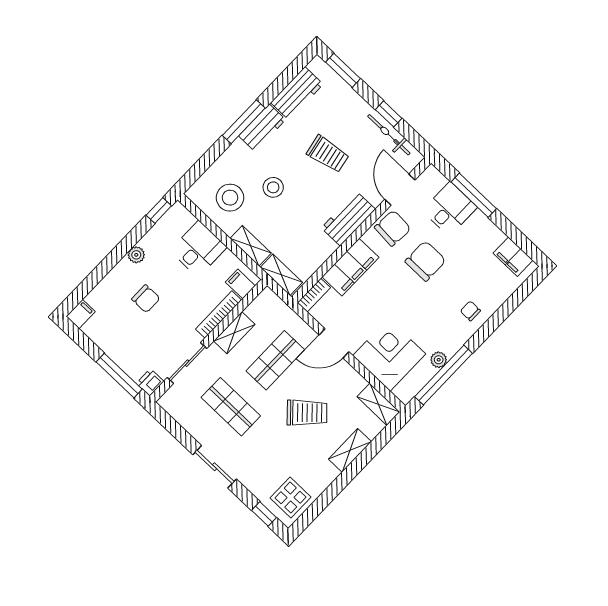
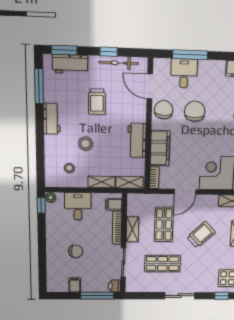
workbench: (297, 93) -> (70, 64), moved, turned 90
window: (244, 122) -> (39, 86), moved
trolley: (328, 154) -> (97, 102), turned 101
stool: (230, 198) -> (69, 168), width x0.53, depth x0.53
workbench: (348, 219) -> (137, 140), moved
plant: (136, 255) -> (51, 197), moved
filing cabinet: (81, 314) -> (75, 285), moved

